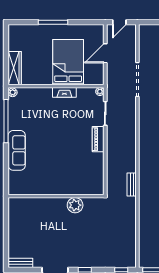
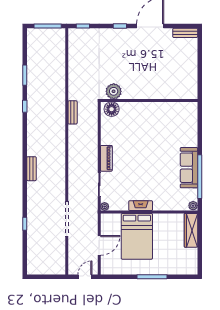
sofa: (17, 150) -> (189, 168), moved
floor lamp: (93, 188) -> (112, 109), added
plant: (75, 205) -> (114, 91), moved

